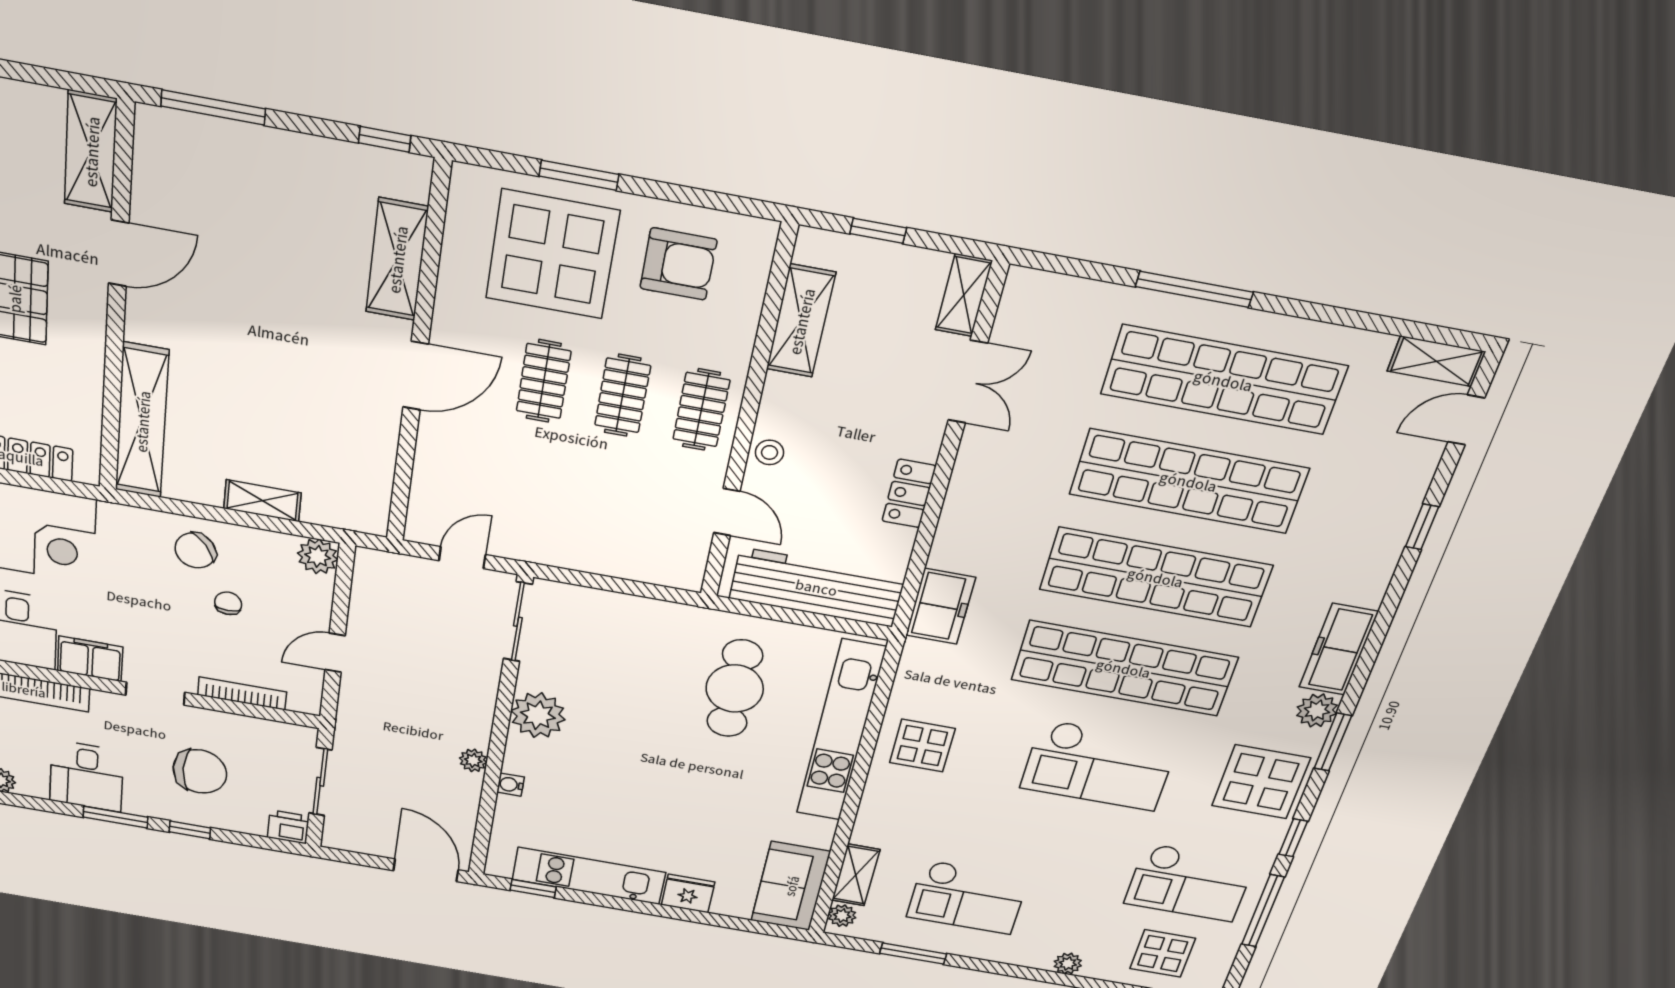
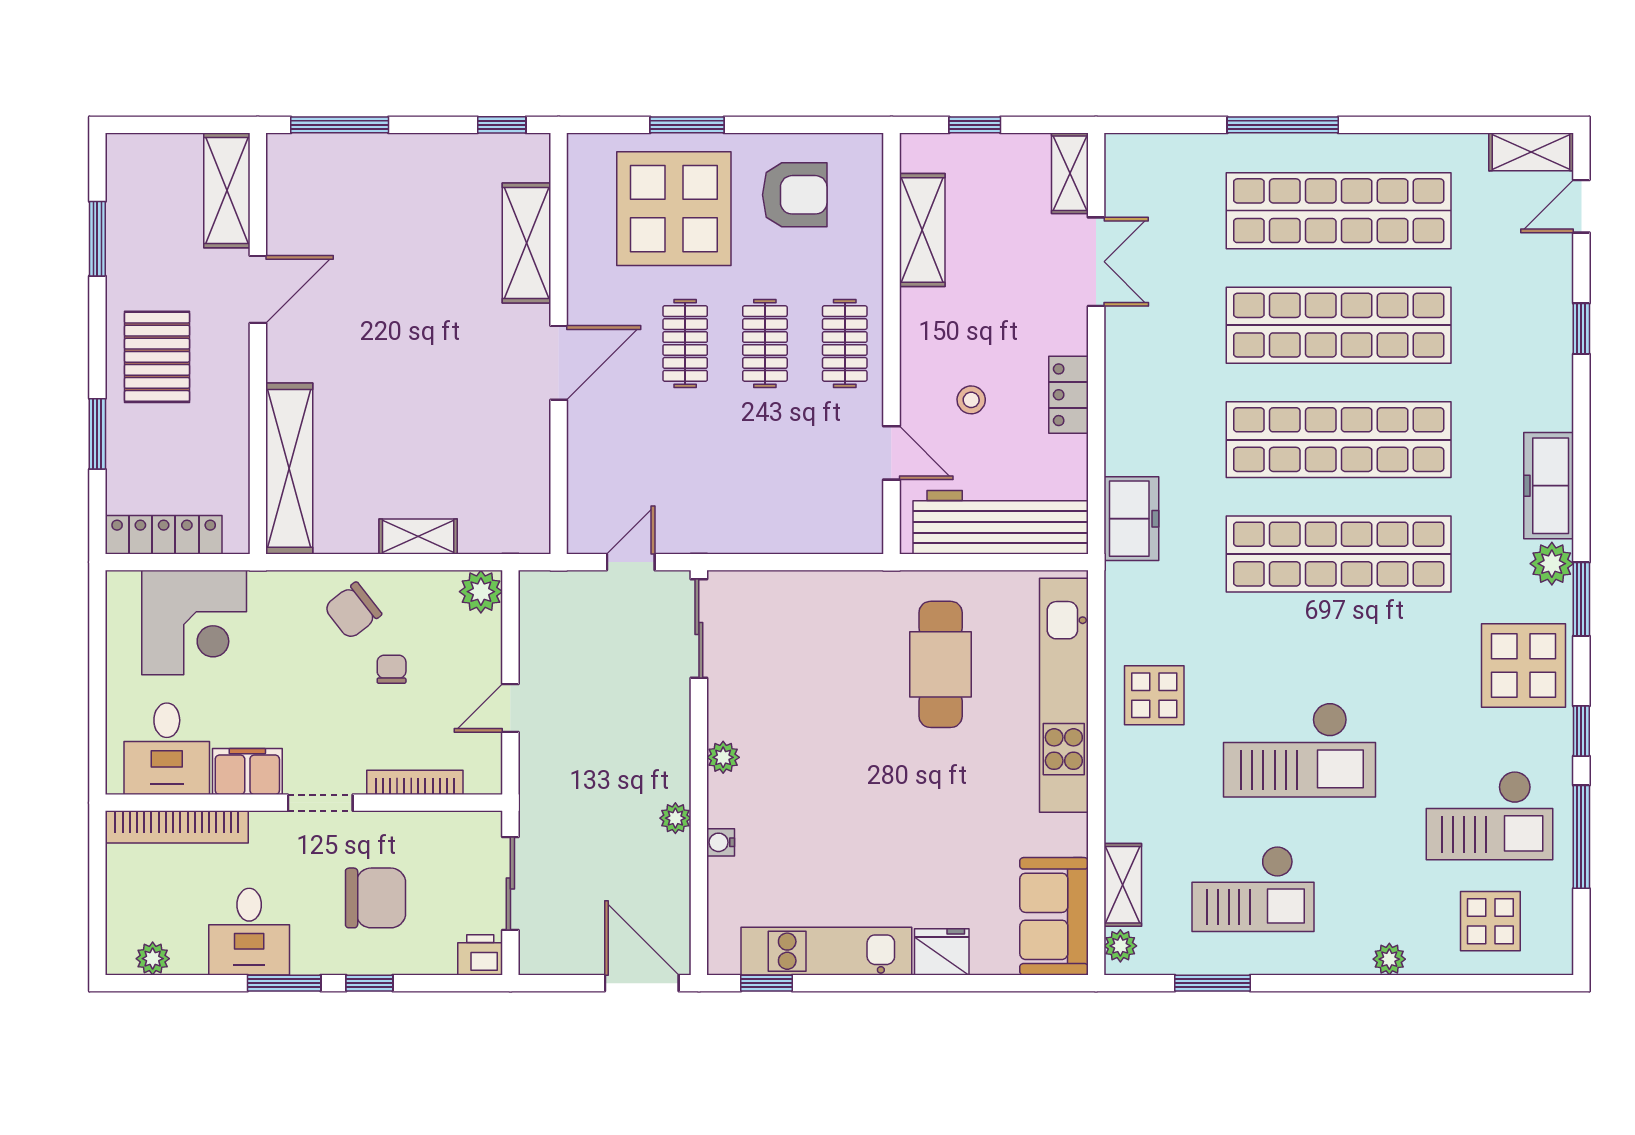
stool: (769, 452) -> (971, 400), moved
plant: (538, 715) -> (723, 757), width x0.53, depth x0.53
checkout: (1099, 765) -> (1299, 750), moved

